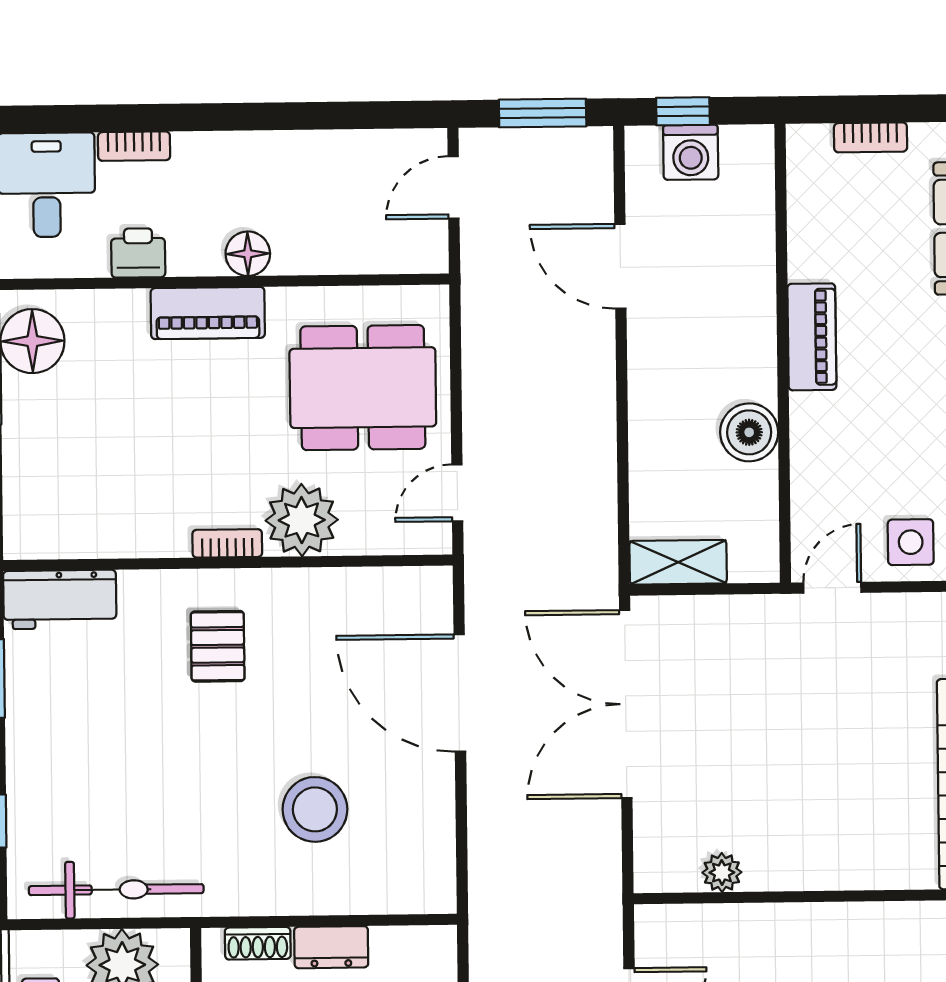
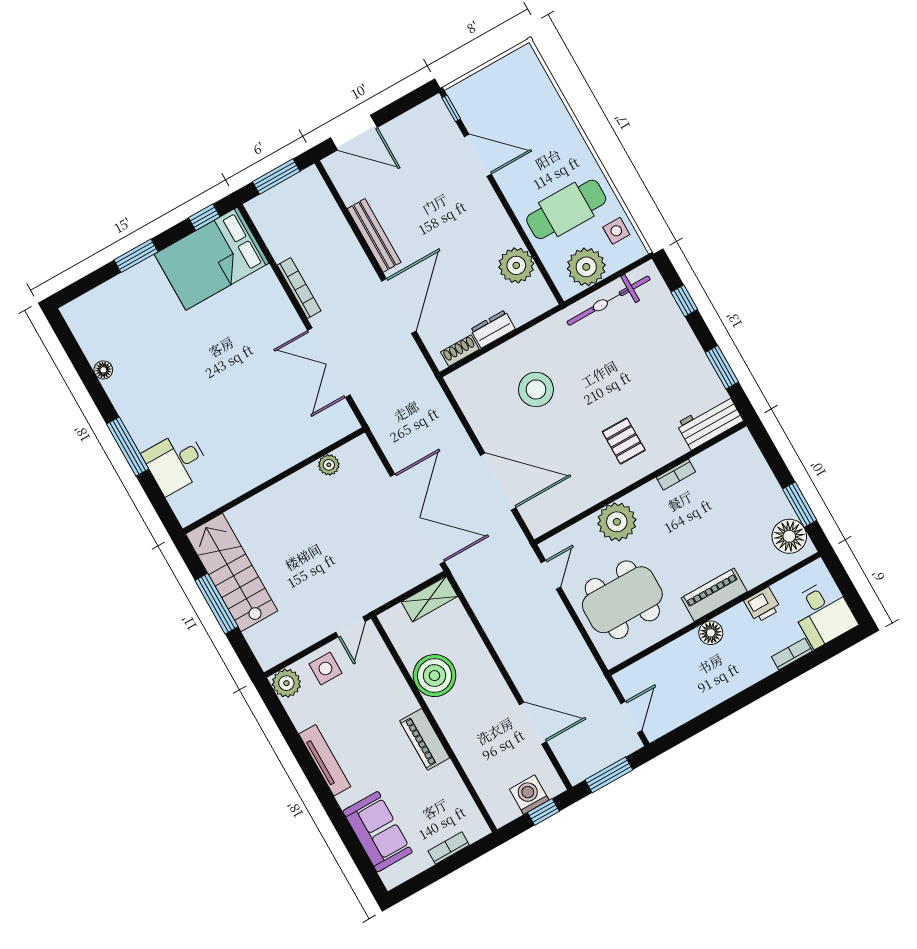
boiler: (749, 432) -> (434, 676), width x1.37, depth x1.37
bookcase: (227, 543) -> (676, 475), moved
shoe rack: (258, 943) -> (460, 351), moved

